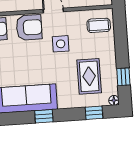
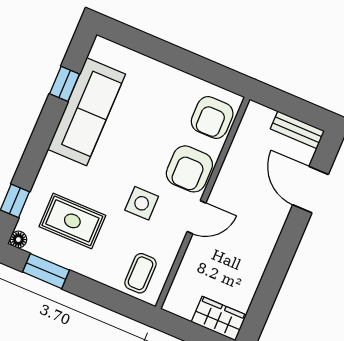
window: (123, 77) -> (46, 271), width x1.50
window: (44, 116) -> (65, 84), moved

